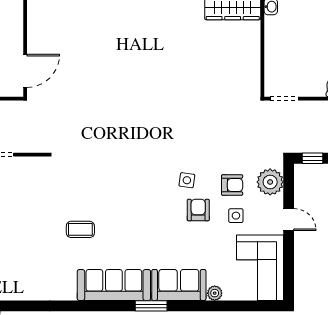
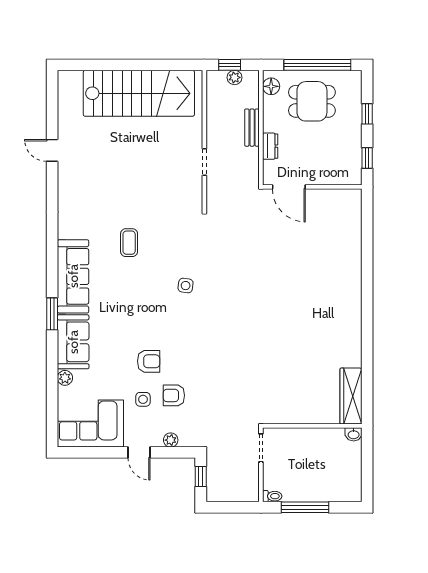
side table: (187, 180) -> (186, 286), moved
plant: (270, 182) -> (171, 440), width x0.53, depth x0.53
armchair: (232, 185) -> (174, 395), turned 90
door: (289, 220) -> (139, 452), hinge flipped

